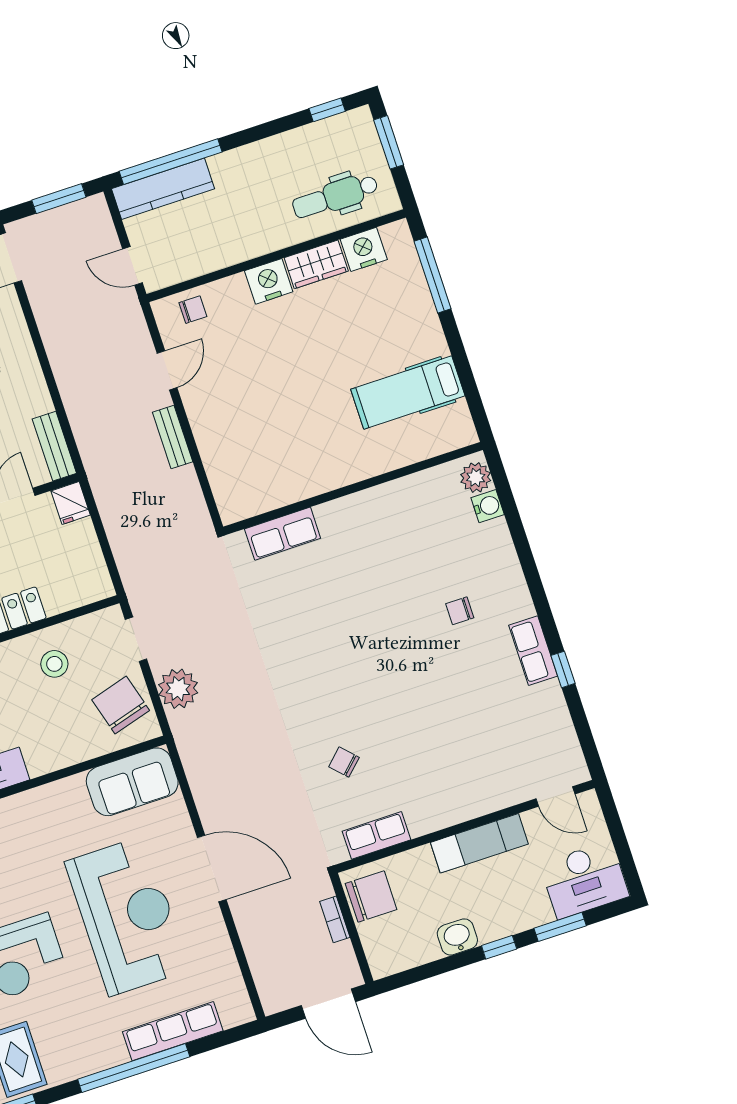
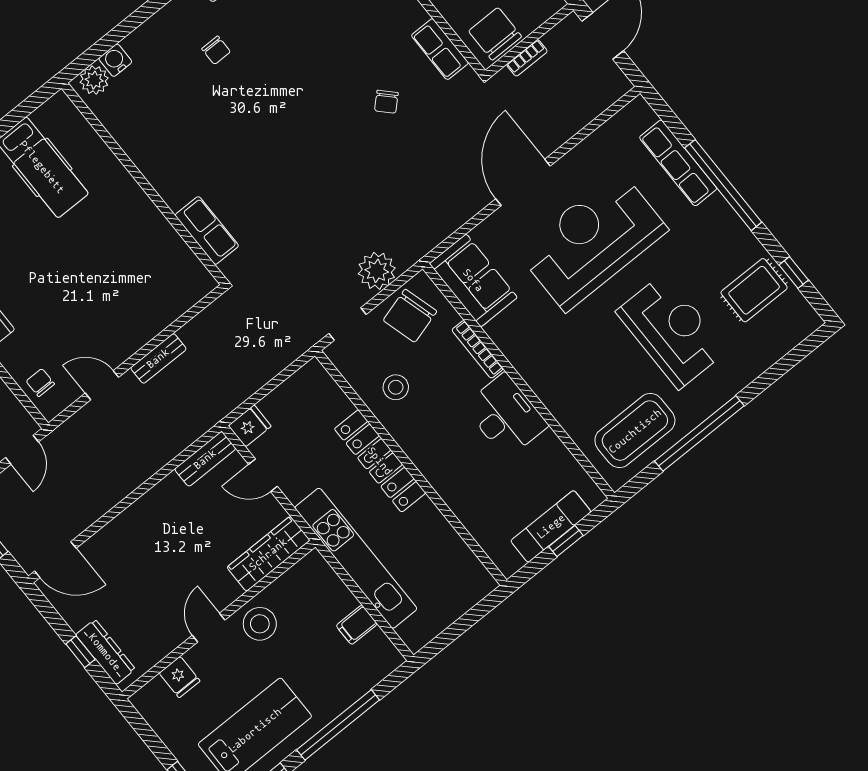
bookcase: (62, 760) -> (478, 349), added

